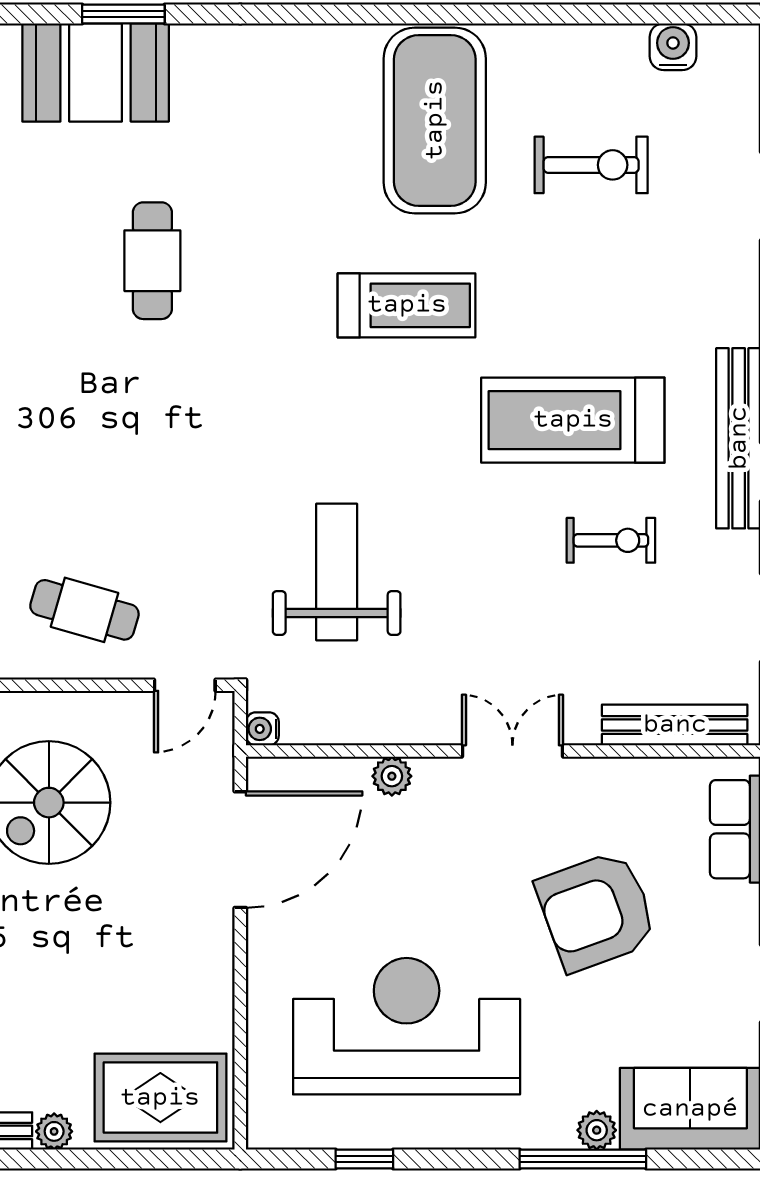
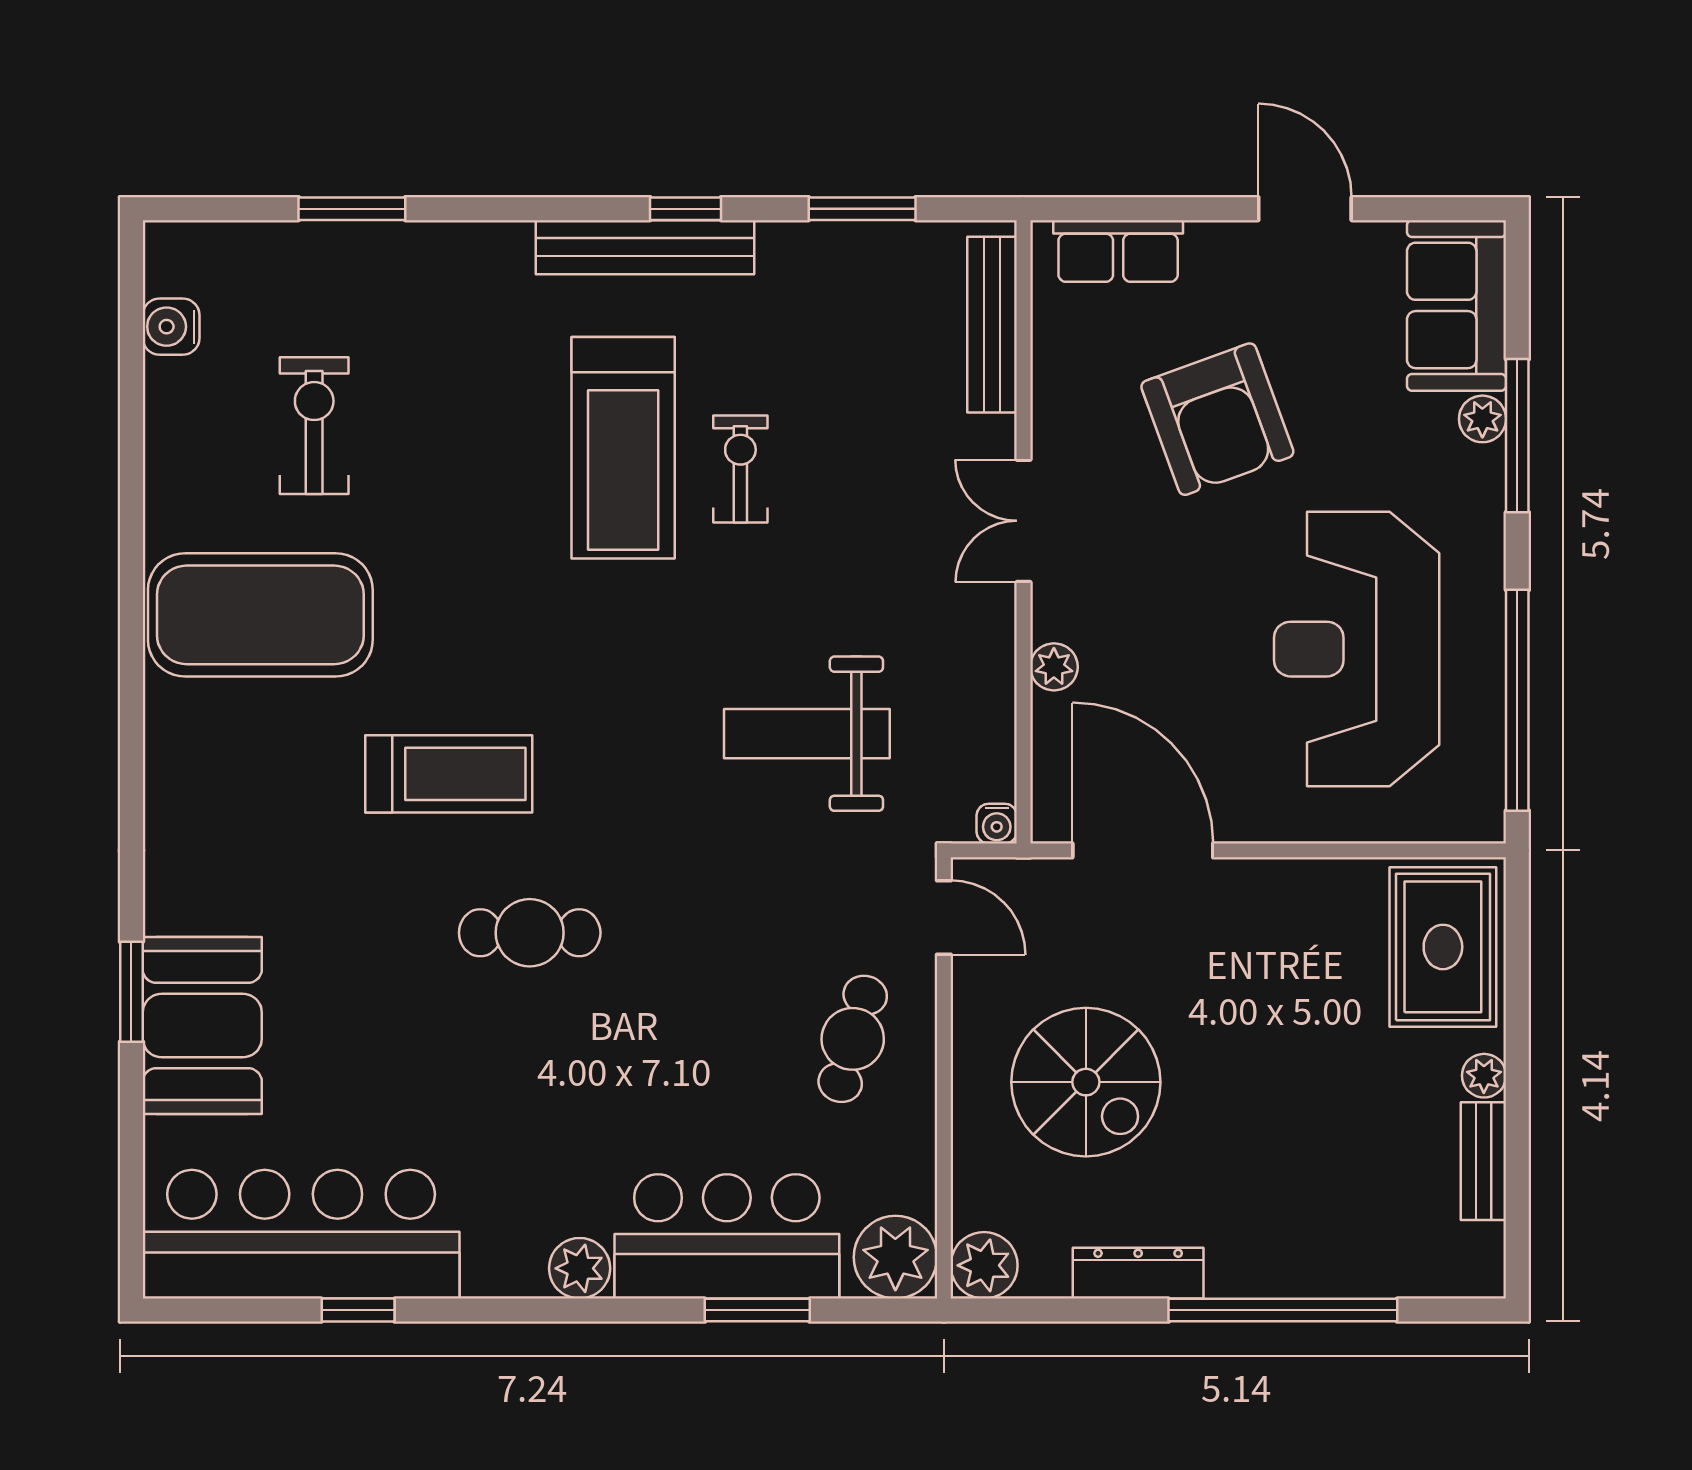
cafe table: (152, 261) -> (530, 933), moved
treadmill: (407, 305) -> (449, 774), moved, turned 90
exercise bike: (611, 540) -> (740, 469), moved
window: (364, 1159) -> (1517, 700), width x3.17

